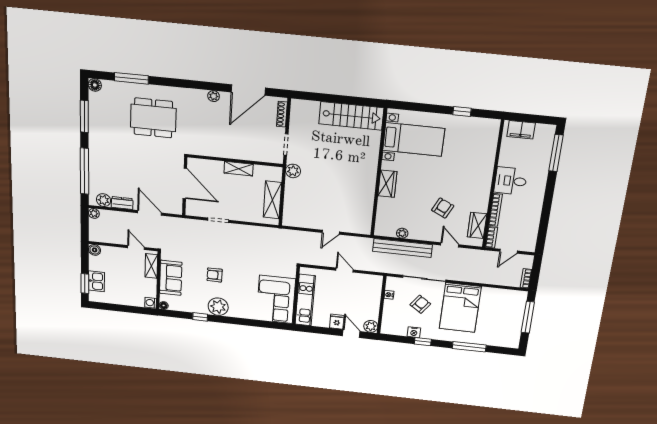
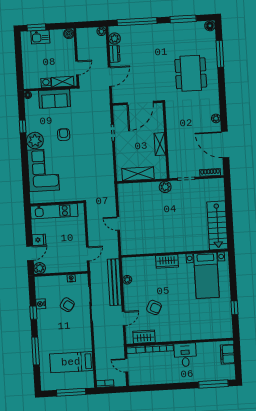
door: (345, 270) -> (88, 254), moved
corner sofa: (276, 299) -> (43, 170), moved, turned 90
washing machine: (151, 303) -> (46, 83), moved
bed: (460, 308) -> (71, 362), moved, width x0.67

